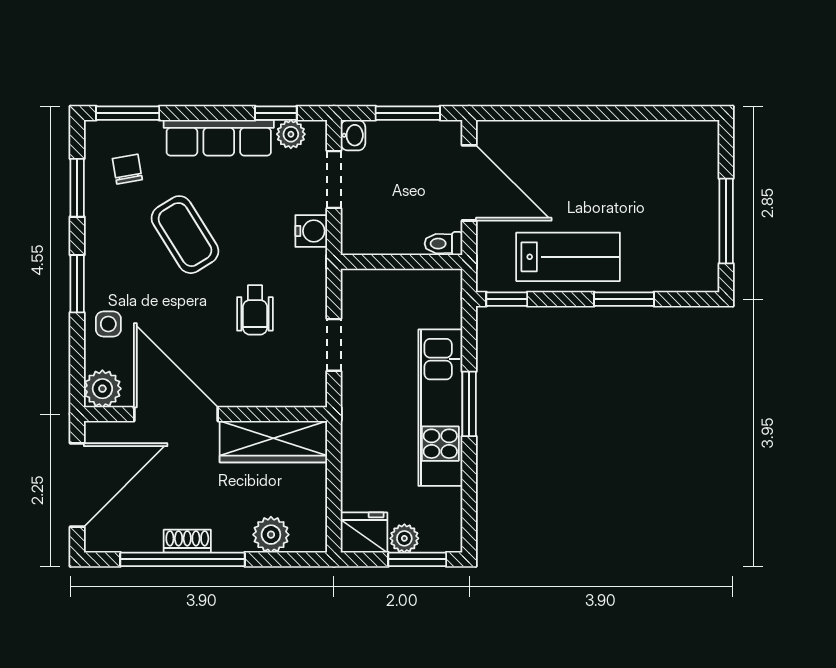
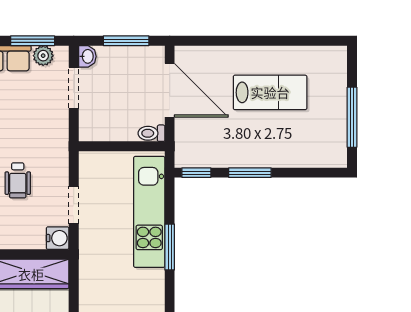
window: (276, 113) -> (33, 41), width x1.50
water cooler: (311, 231) -> (58, 238), moved
lab bench: (568, 257) -> (270, 92), moved
window: (624, 299) -> (250, 173), moved
kitchen unit: (440, 408) -> (149, 212), moved

